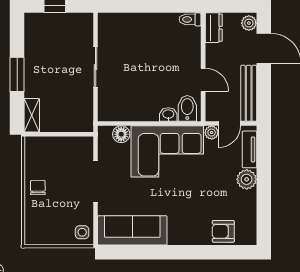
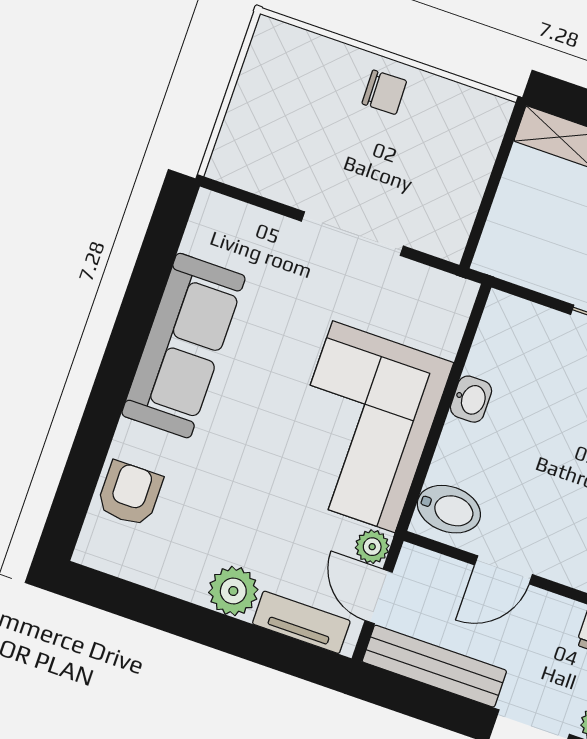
washbasin: (168, 114) -> (471, 399), moved
floor lamp: (121, 134) -> (442, 332), removed
sofa: (132, 230) -> (183, 346), moved
side table: (82, 232) -> (243, 160), removed

